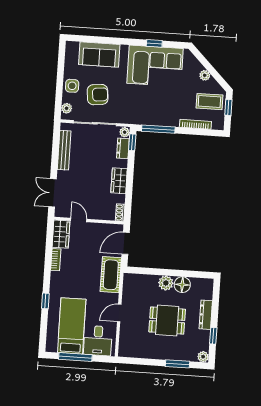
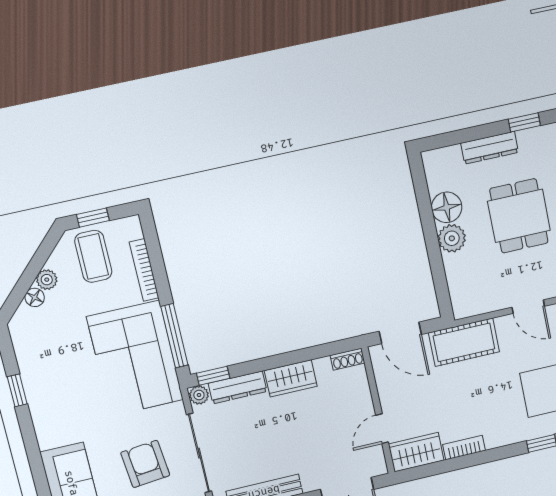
corner sofa: (155, 66) -> (135, 358), moved, turned 180
floor lamp: (198, 67) -> (35, 297), added
dresser: (123, 148) -> (238, 387), width x1.44

